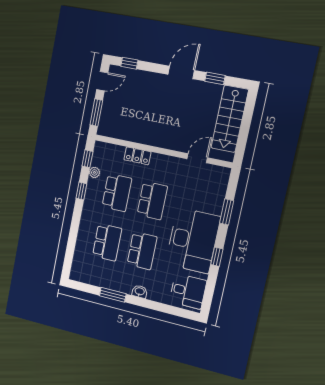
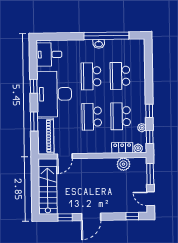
door: (102, 81) -> (151, 199), hinge flipped
plant: (126, 132) -> (123, 164), added
plant: (104, 148) -> (138, 148), added
locker: (137, 156) -> (122, 148), moved
piano: (216, 190) -> (46, 136), added
washbasin: (140, 292) -> (99, 44), moved
window: (113, 295) -> (106, 36), width x2.11

